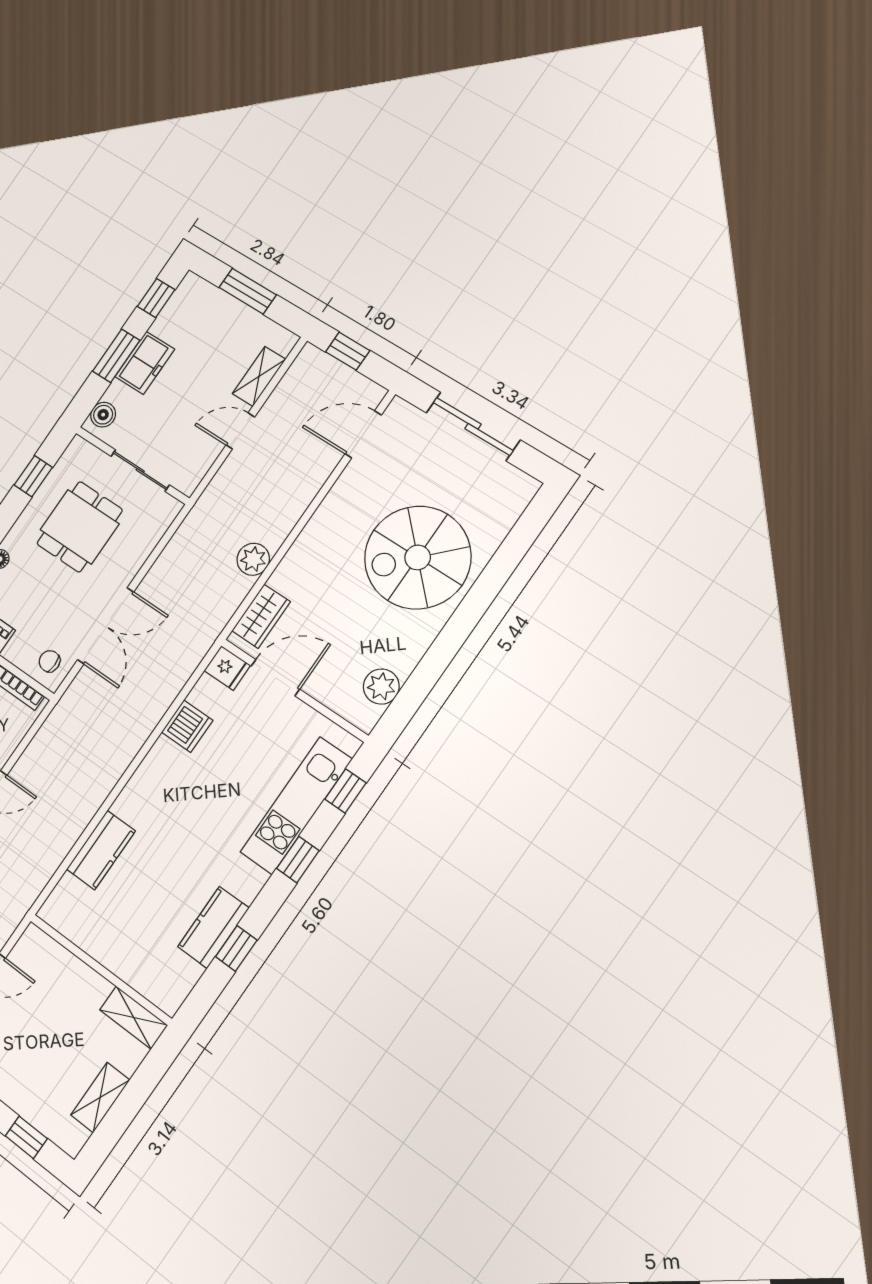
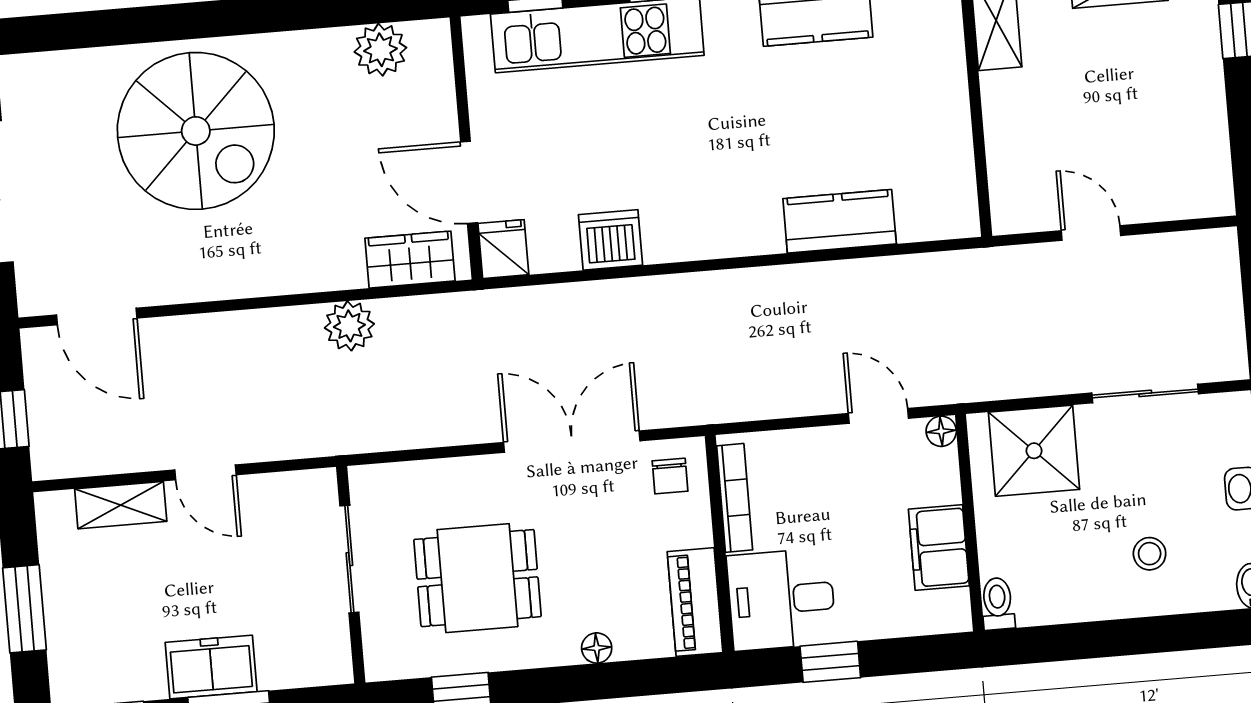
boiler: (103, 415) -> (316, 666), removed

